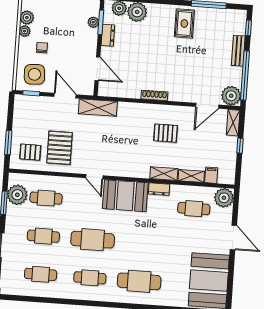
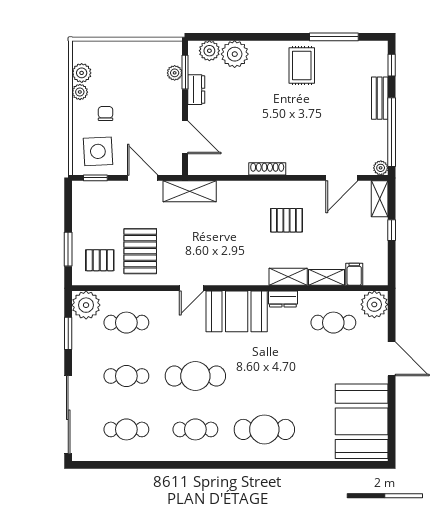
plant: (231, 96) -> (381, 168), width x0.53, depth x0.53
door: (94, 177) -> (192, 288), hinge flipped
plant: (17, 195) -> (86, 305), moved

